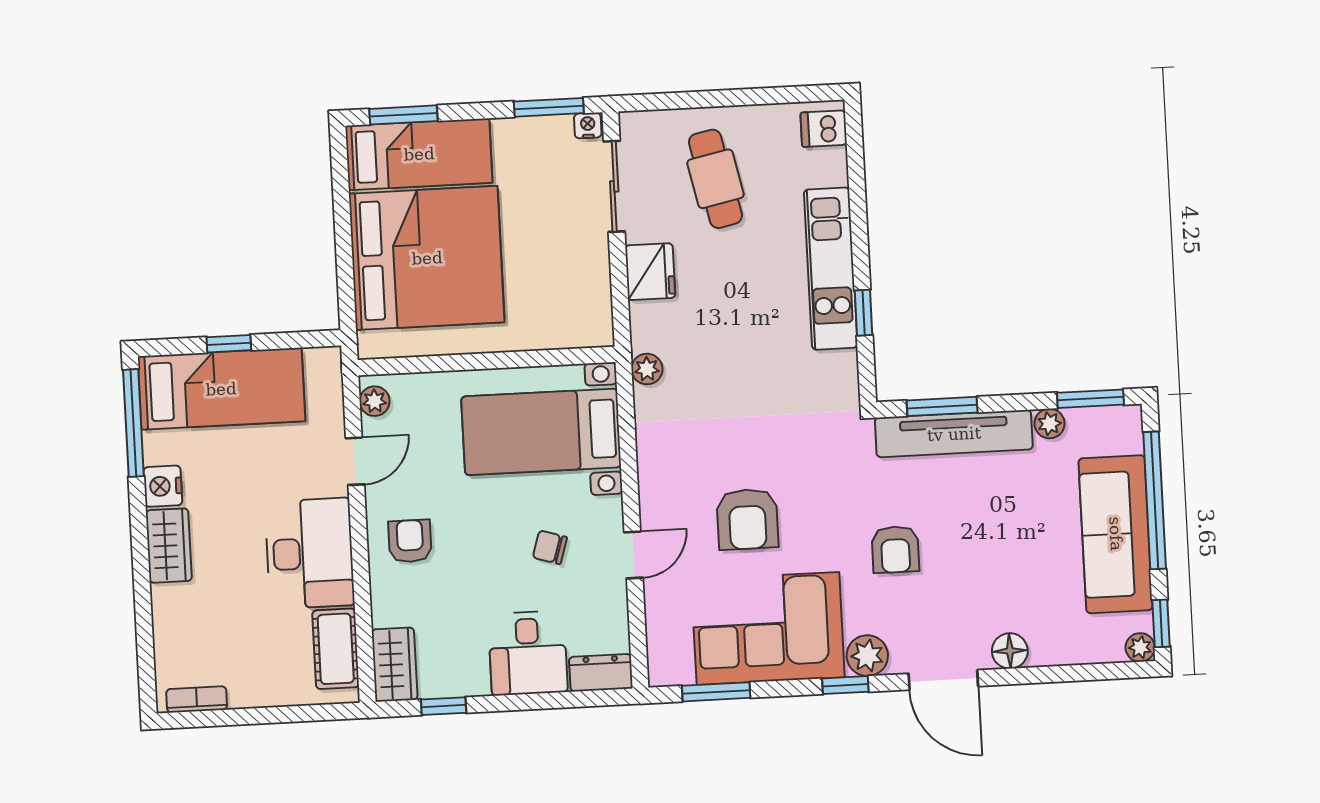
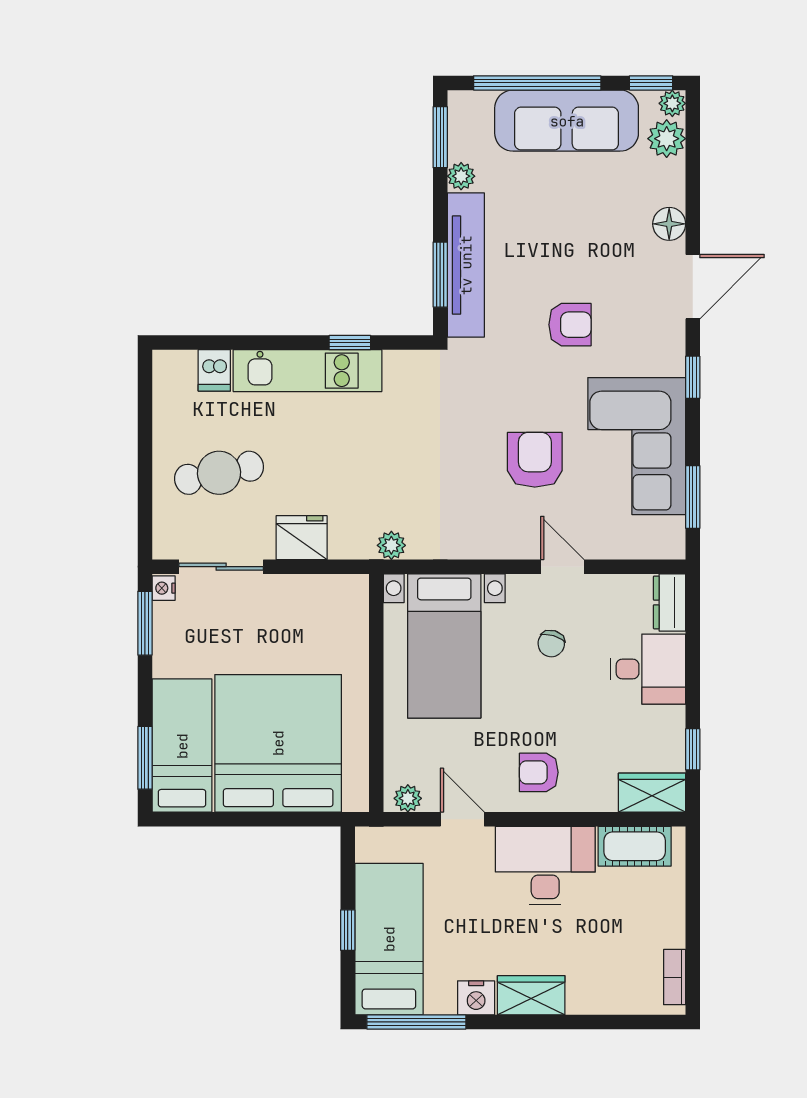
dishwasher: (824, 129) -> (214, 370), moved
armchair: (747, 519) -> (535, 460), turned -90
plant: (867, 656) -> (667, 139), moved

